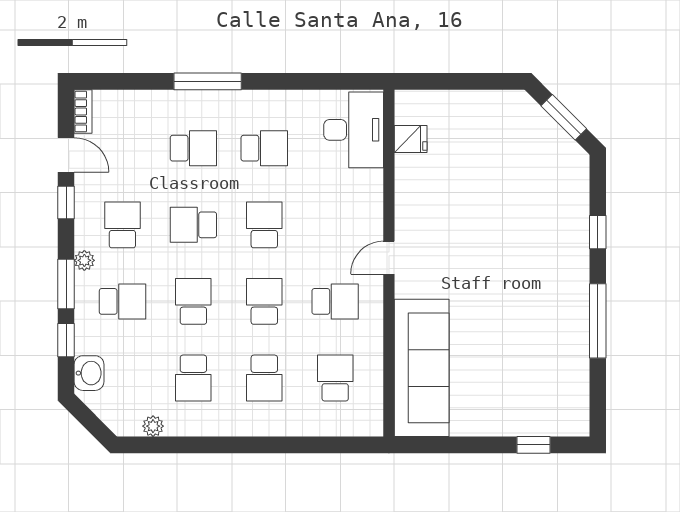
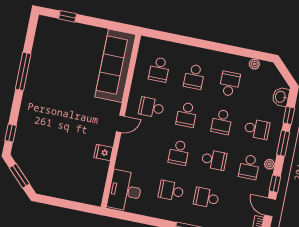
fridge: (411, 139) -> (103, 152), moved
window: (598, 232) -> (11, 133), moved
plant: (84, 260) -> (269, 164), moved
school desk: (122, 301) -> (257, 129), turned 180
school desk: (264, 378) -> (194, 77), turned 180

